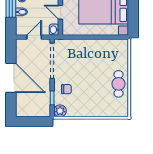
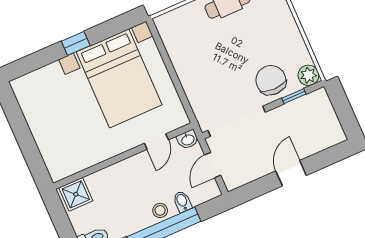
door: (34, 37) -> (213, 165), hinge flipped
door: (11, 78) -> (291, 173), width x0.53
chair: (66, 89) -> (271, 80), width x1.87, depth x1.87

